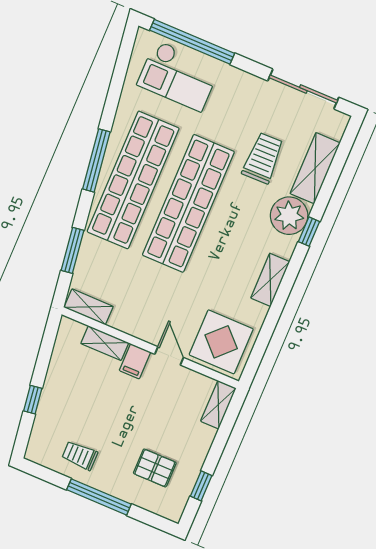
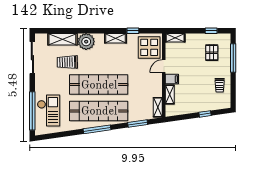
window: (309, 232) -> (133, 31), moved
window: (99, 497) -> (233, 58), moved

